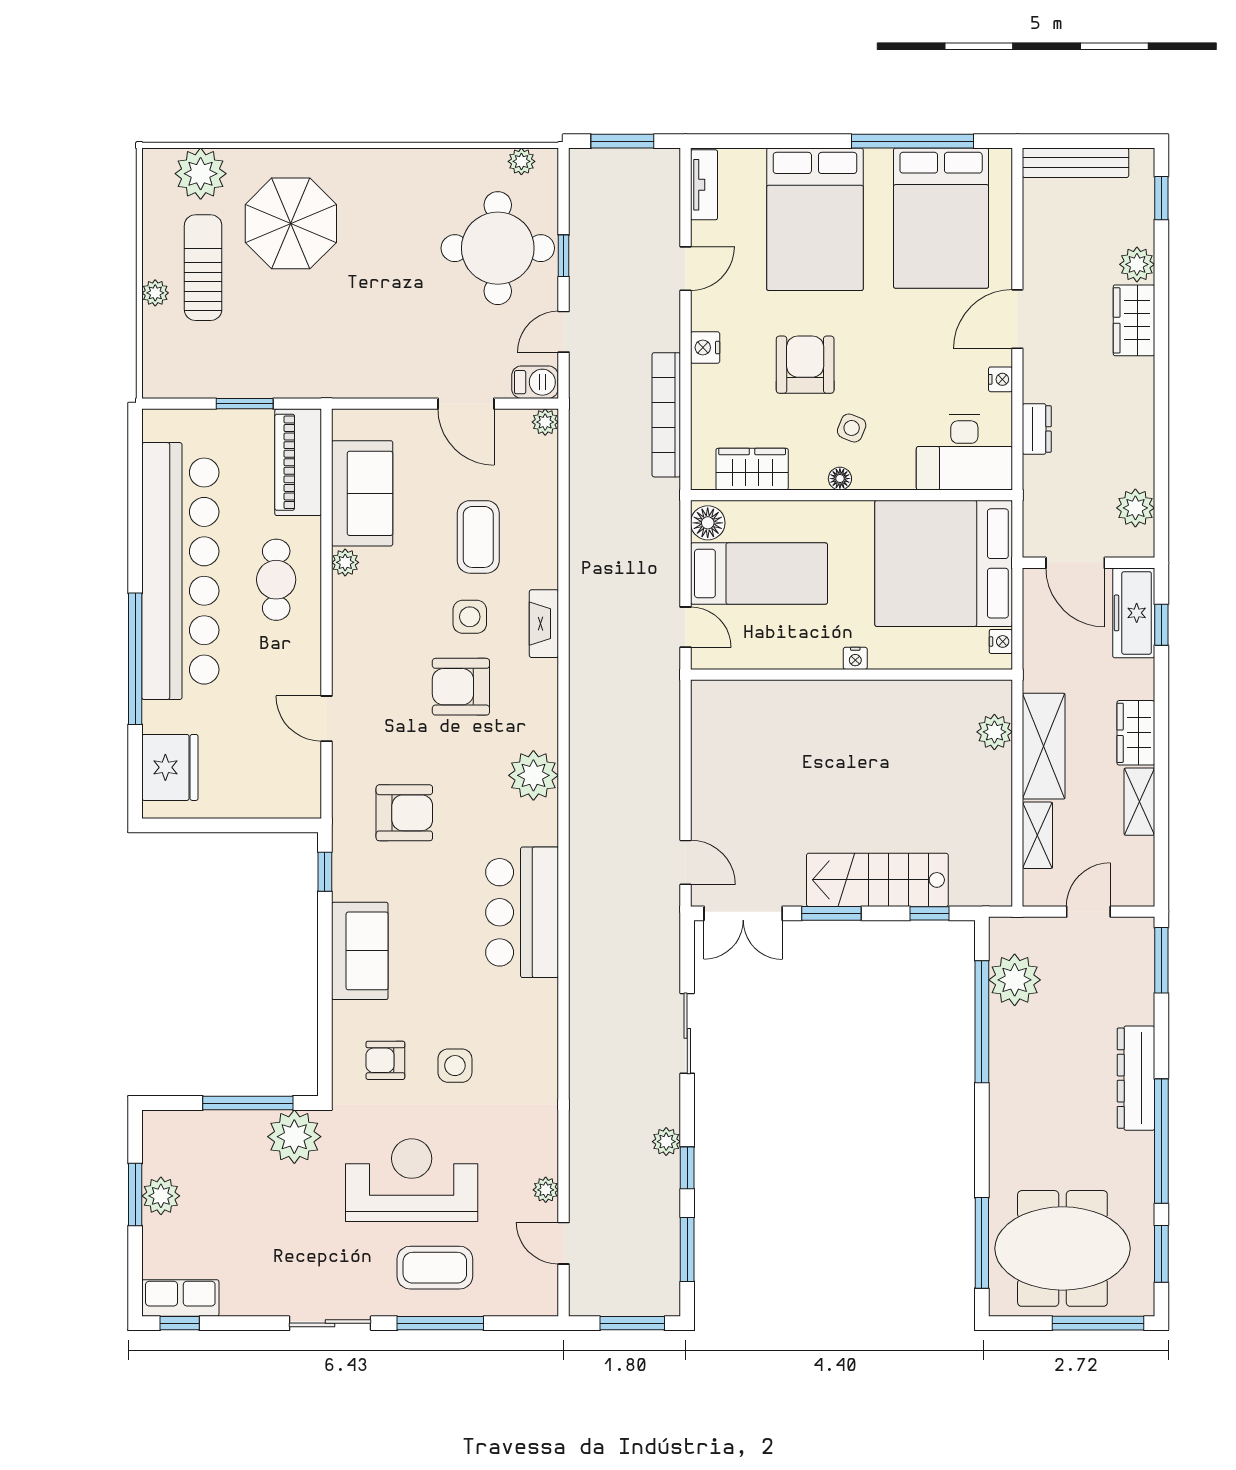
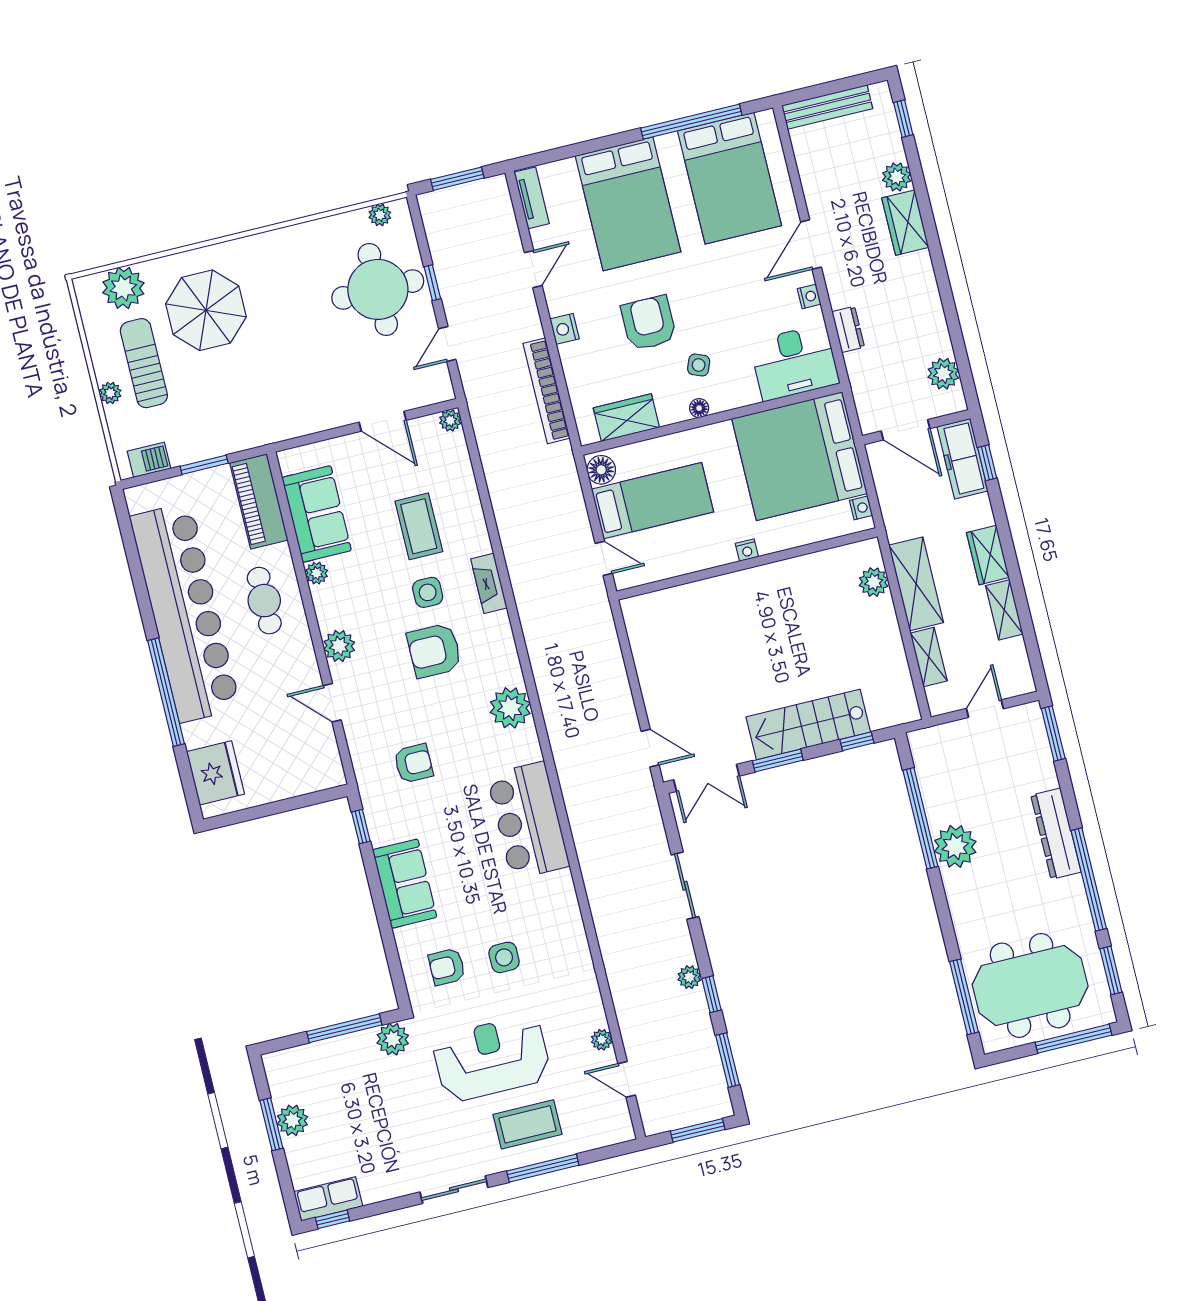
barbecue: (535, 382) -> (149, 460), moved
plant: (351, 654) -> (339, 646), added
armchair: (404, 813) -> (413, 763), width x0.72, depth x0.72
plant: (1015, 980) -> (955, 846), moved
plant: (294, 1137) -> (393, 1039), width x0.73, depth x0.73

